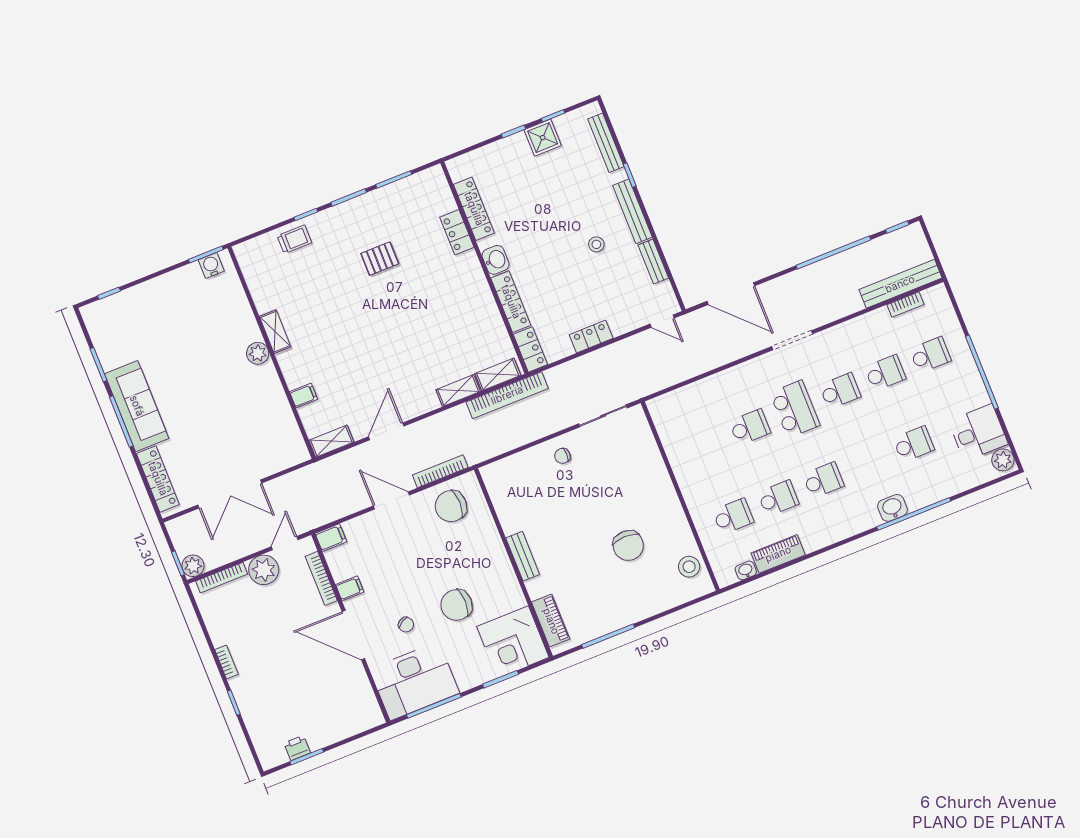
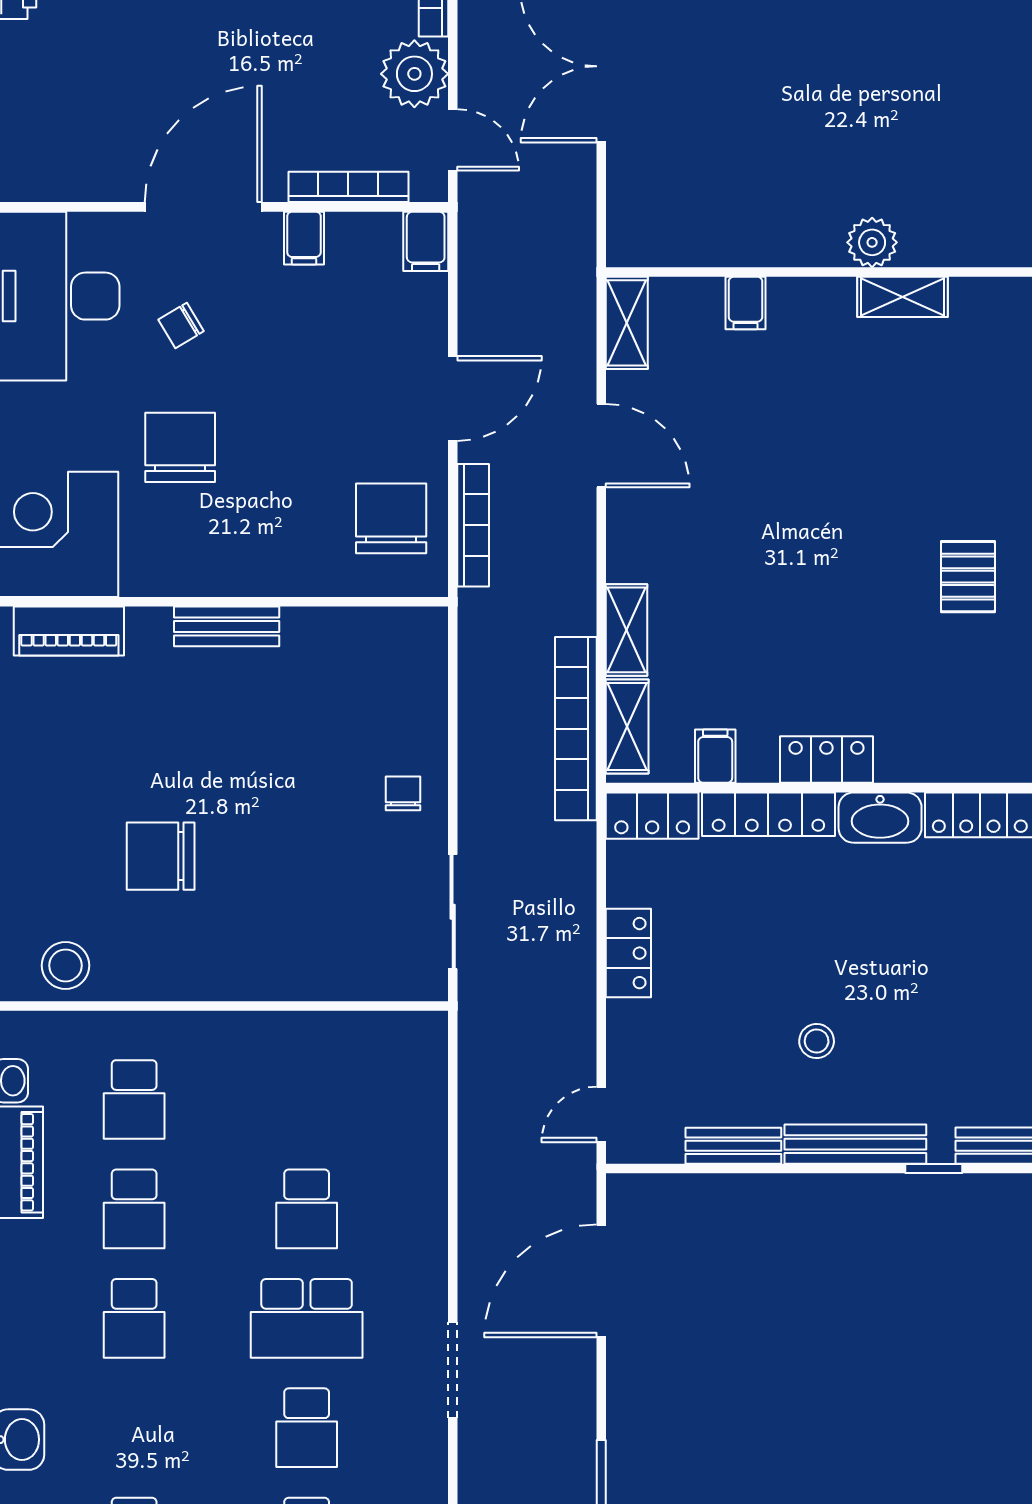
locker: (457, 232) -> (826, 760), moved
washbasin: (496, 260) -> (880, 818), width x1.38
filing cabinet: (496, 333) -> (715, 756), added

